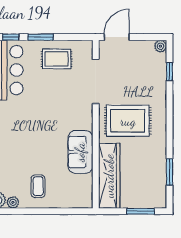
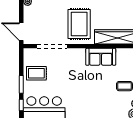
rug: (57, 59) -> (36, 73), turned 90

